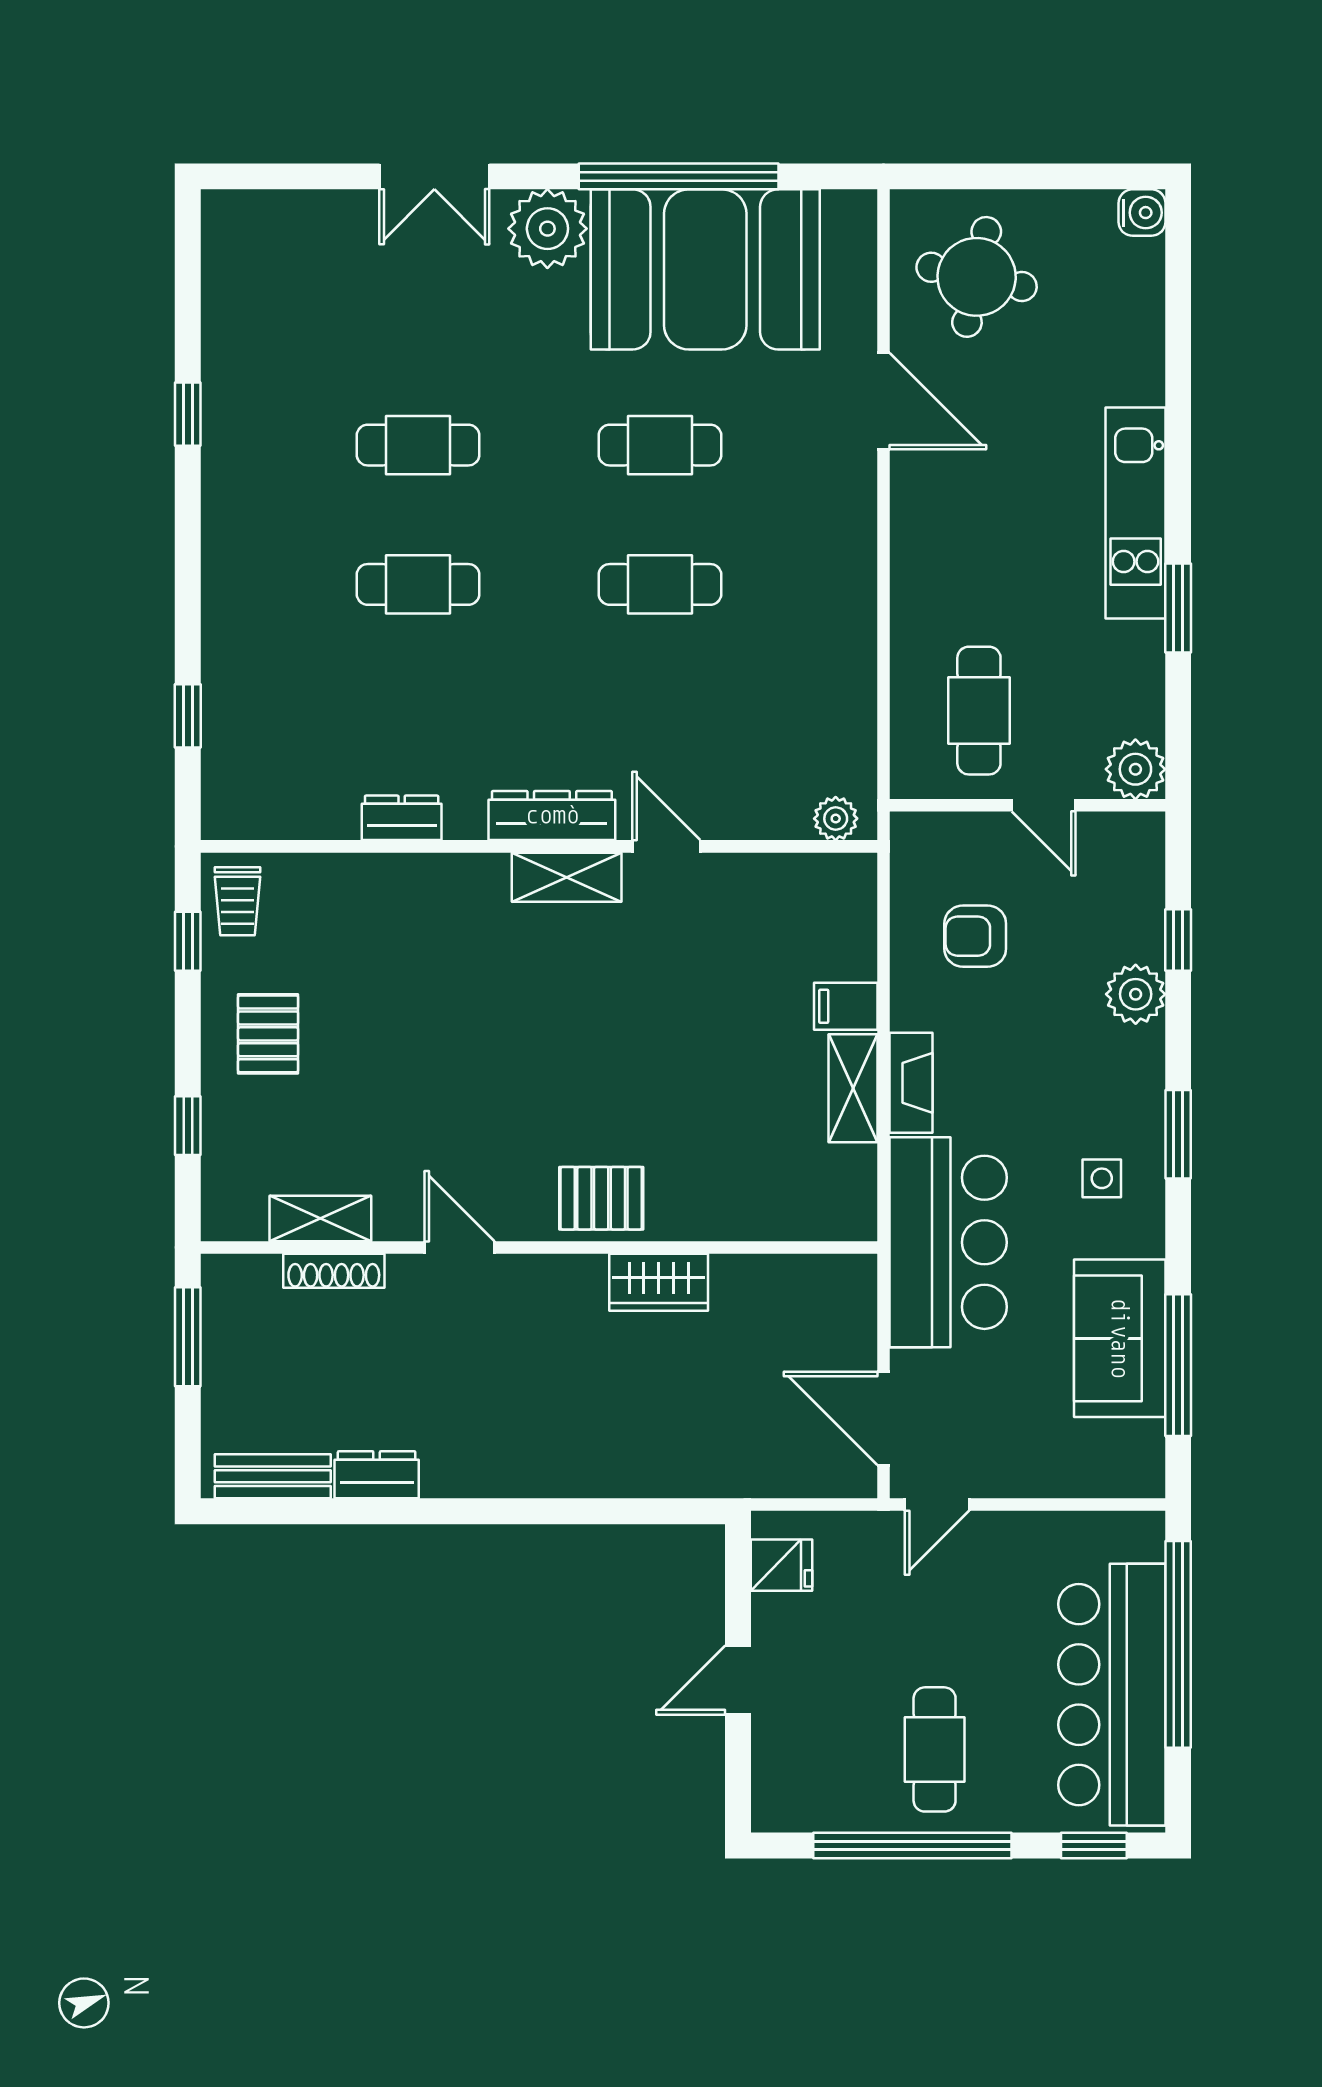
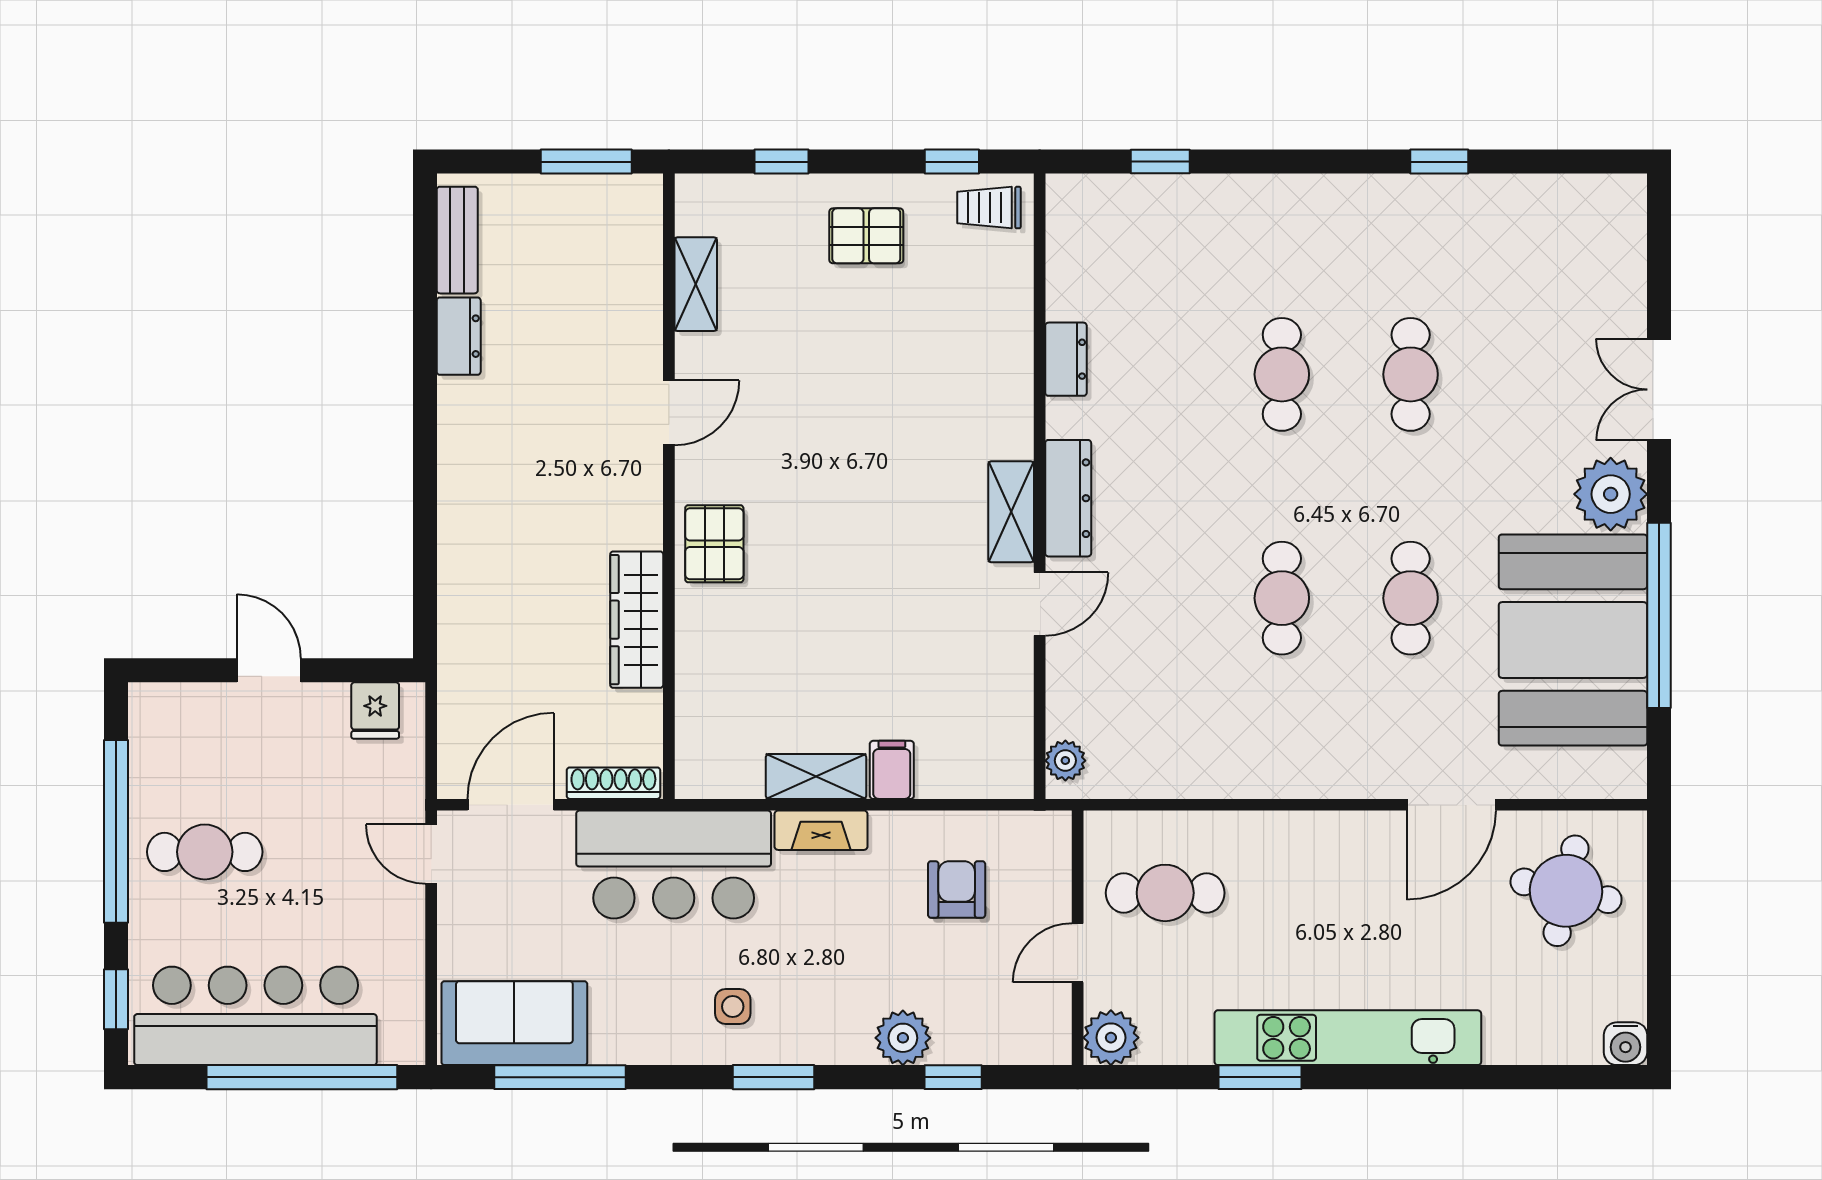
kitchen unit: (1136, 513) -> (1348, 1038), width x1.36
shoe rack: (334, 1271) -> (613, 783), moved, turned 90
wardrobe: (659, 1282) -> (637, 620), width x1.50
sofa: (1120, 1338) -> (514, 1023), moved

